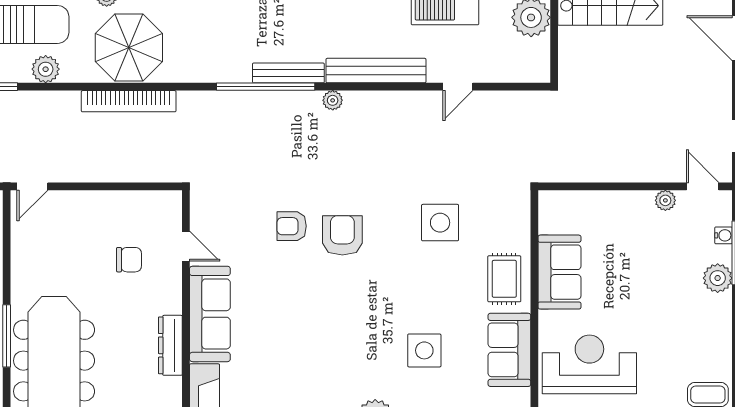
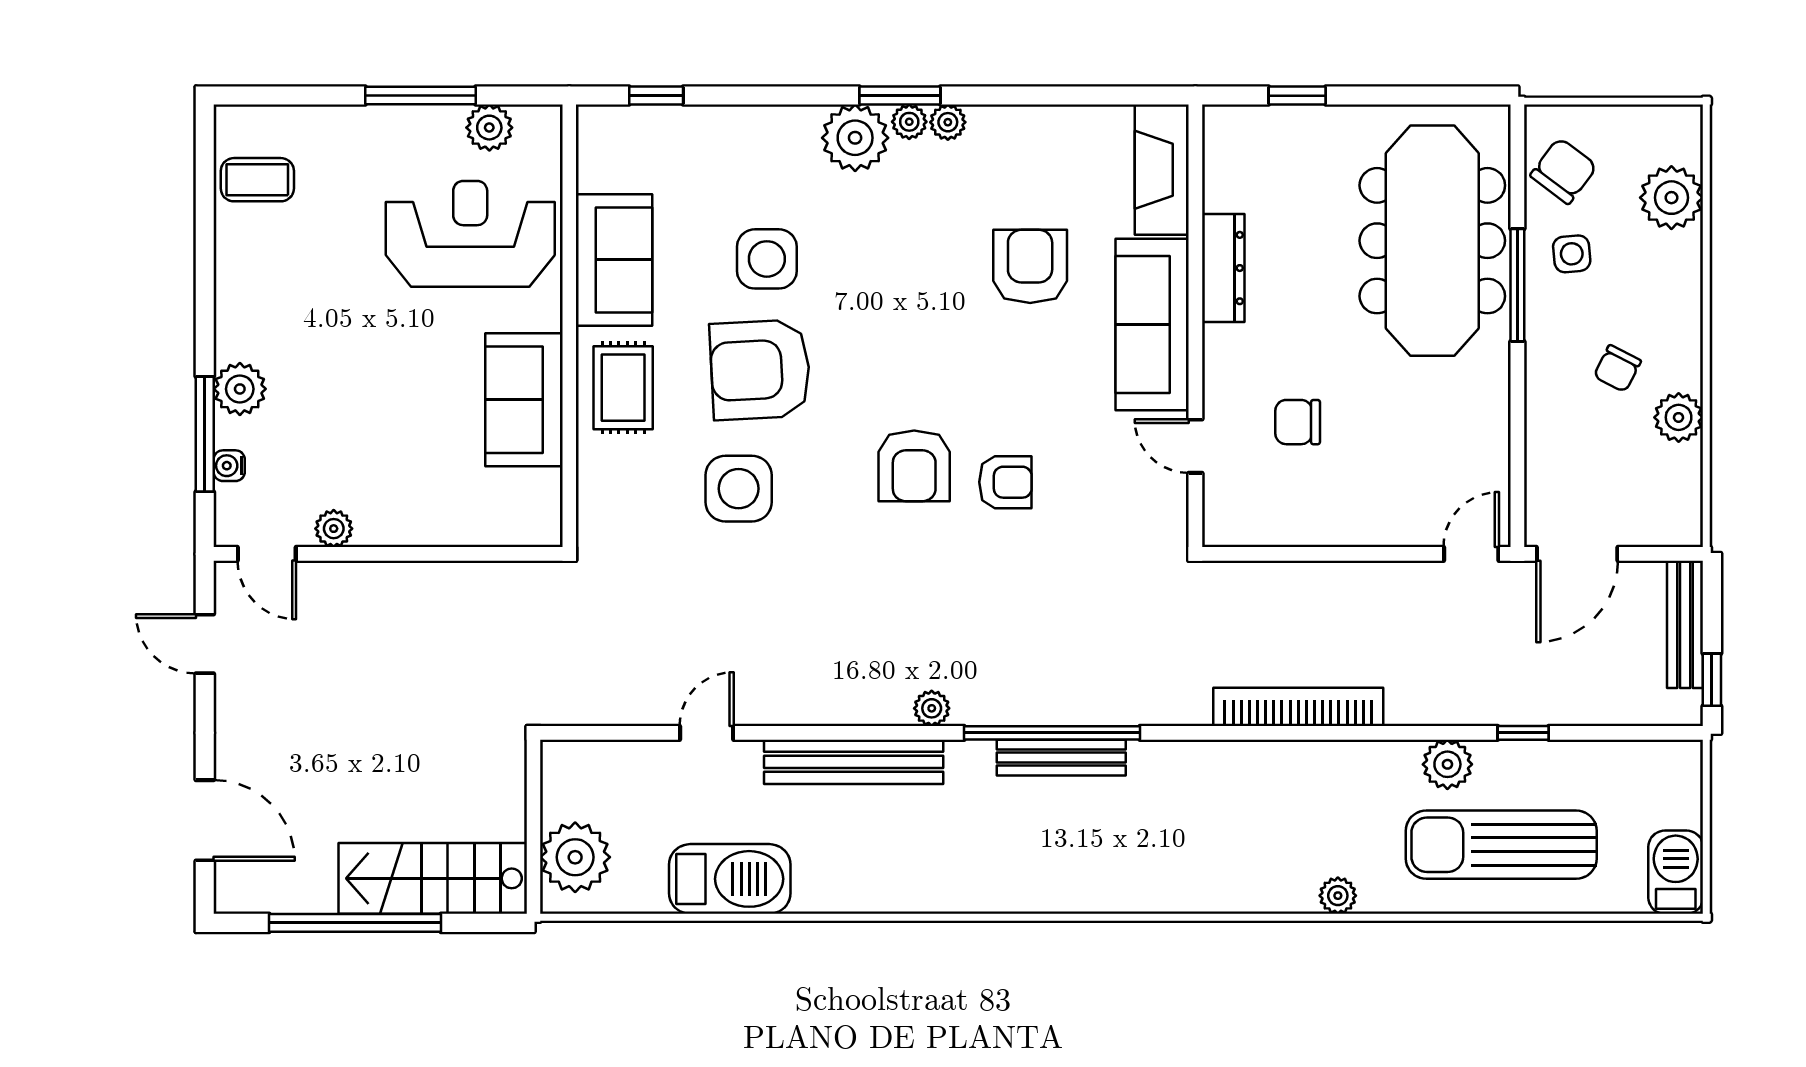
parasol: (129, 47) -> (1298, 803), removed
bench: (288, 73) -> (1061, 758), moved
armchair: (428, 289) -> (760, 370), added
armchair: (278, 346) -> (1030, 266), added
reception desk: (589, 364) -> (470, 234), turned 180

